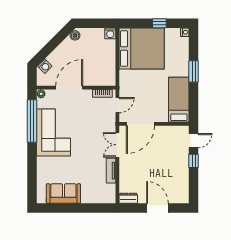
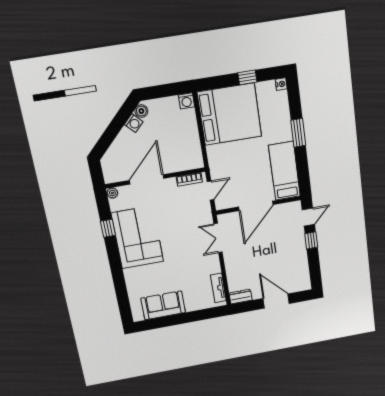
washing machine: (45, 66) -> (134, 123), moved
window: (32, 121) -> (108, 228), width x0.32
door: (140, 124) -> (256, 206), moved
tv unit: (111, 171) -> (218, 288), moved

